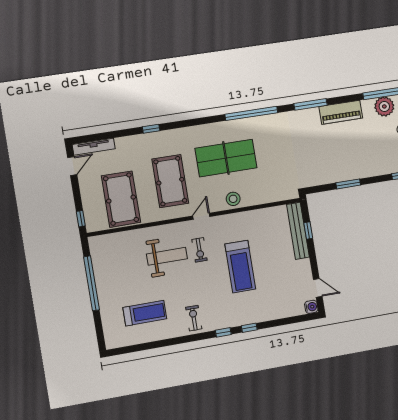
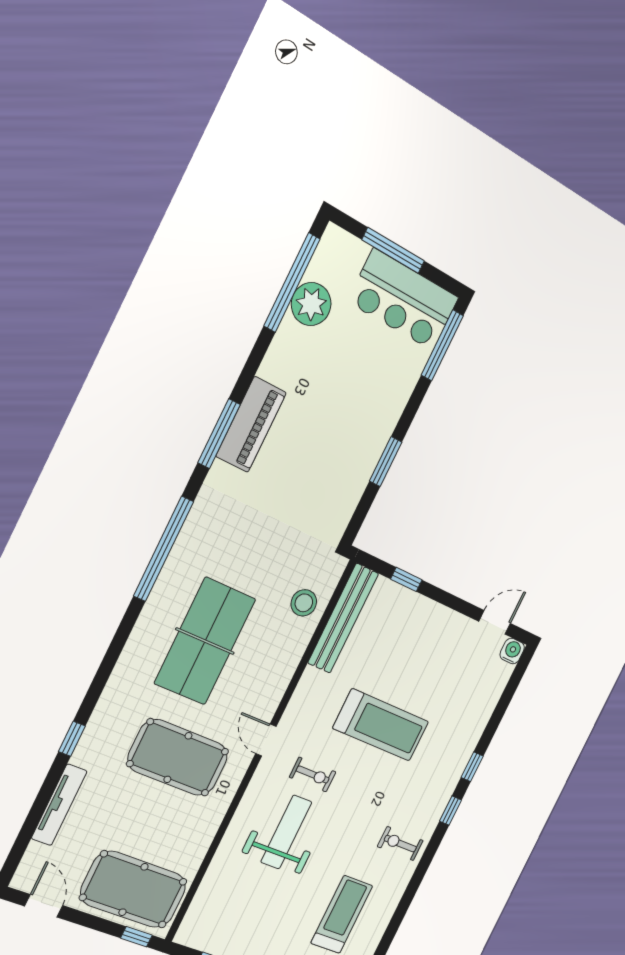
piano: (341, 112) -> (251, 424), moved
tv unit: (94, 147) -> (59, 805), moved
pool table: (121, 199) -> (133, 890), moved
stool: (233, 199) -> (304, 603), moved
bench: (298, 231) -> (343, 618), moved, turned 90

